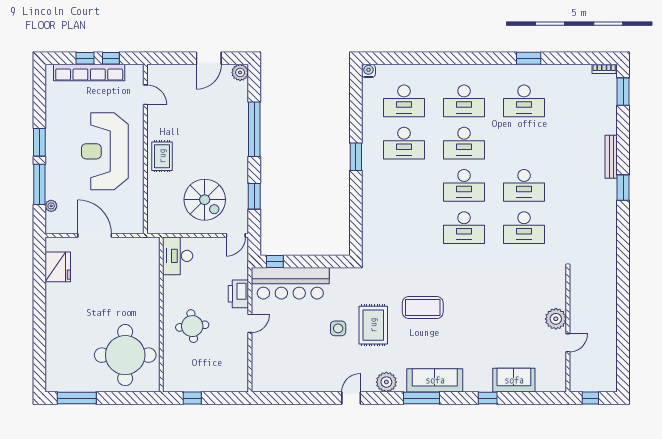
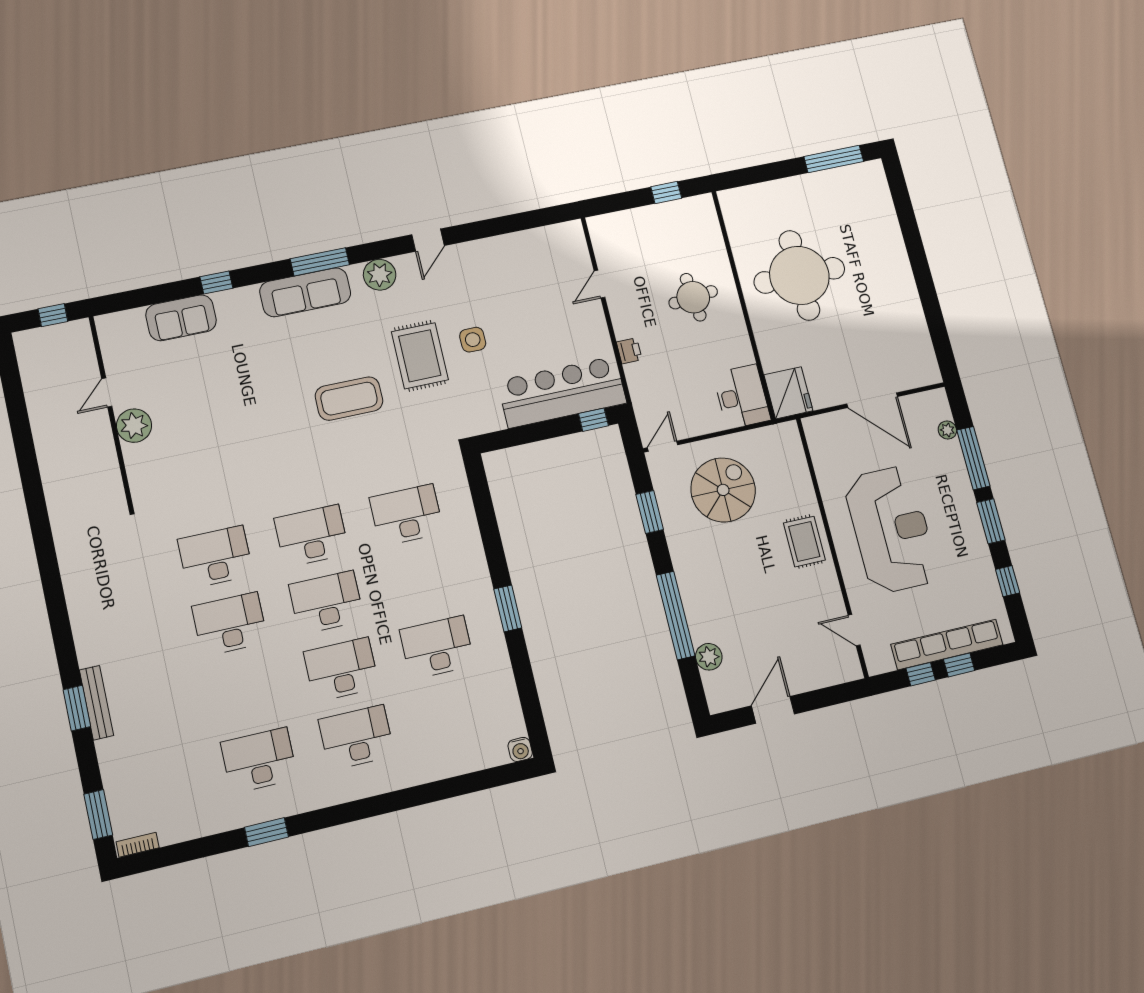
plant: (240, 72) -> (709, 657), moved
desk: (404, 101) -> (407, 515), moved
window: (39, 103) -> (1008, 581), added
window: (623, 188) -> (77, 708), moved
spiral stairs: (205, 200) -> (723, 490), turned 90
fridge: (58, 267) -> (788, 393), moved, turned 180
printer: (238, 294) -> (629, 351), width x0.53, depth x0.68
door: (250, 323) -> (599, 284), moved
round table: (125, 355) -> (799, 275), moved

